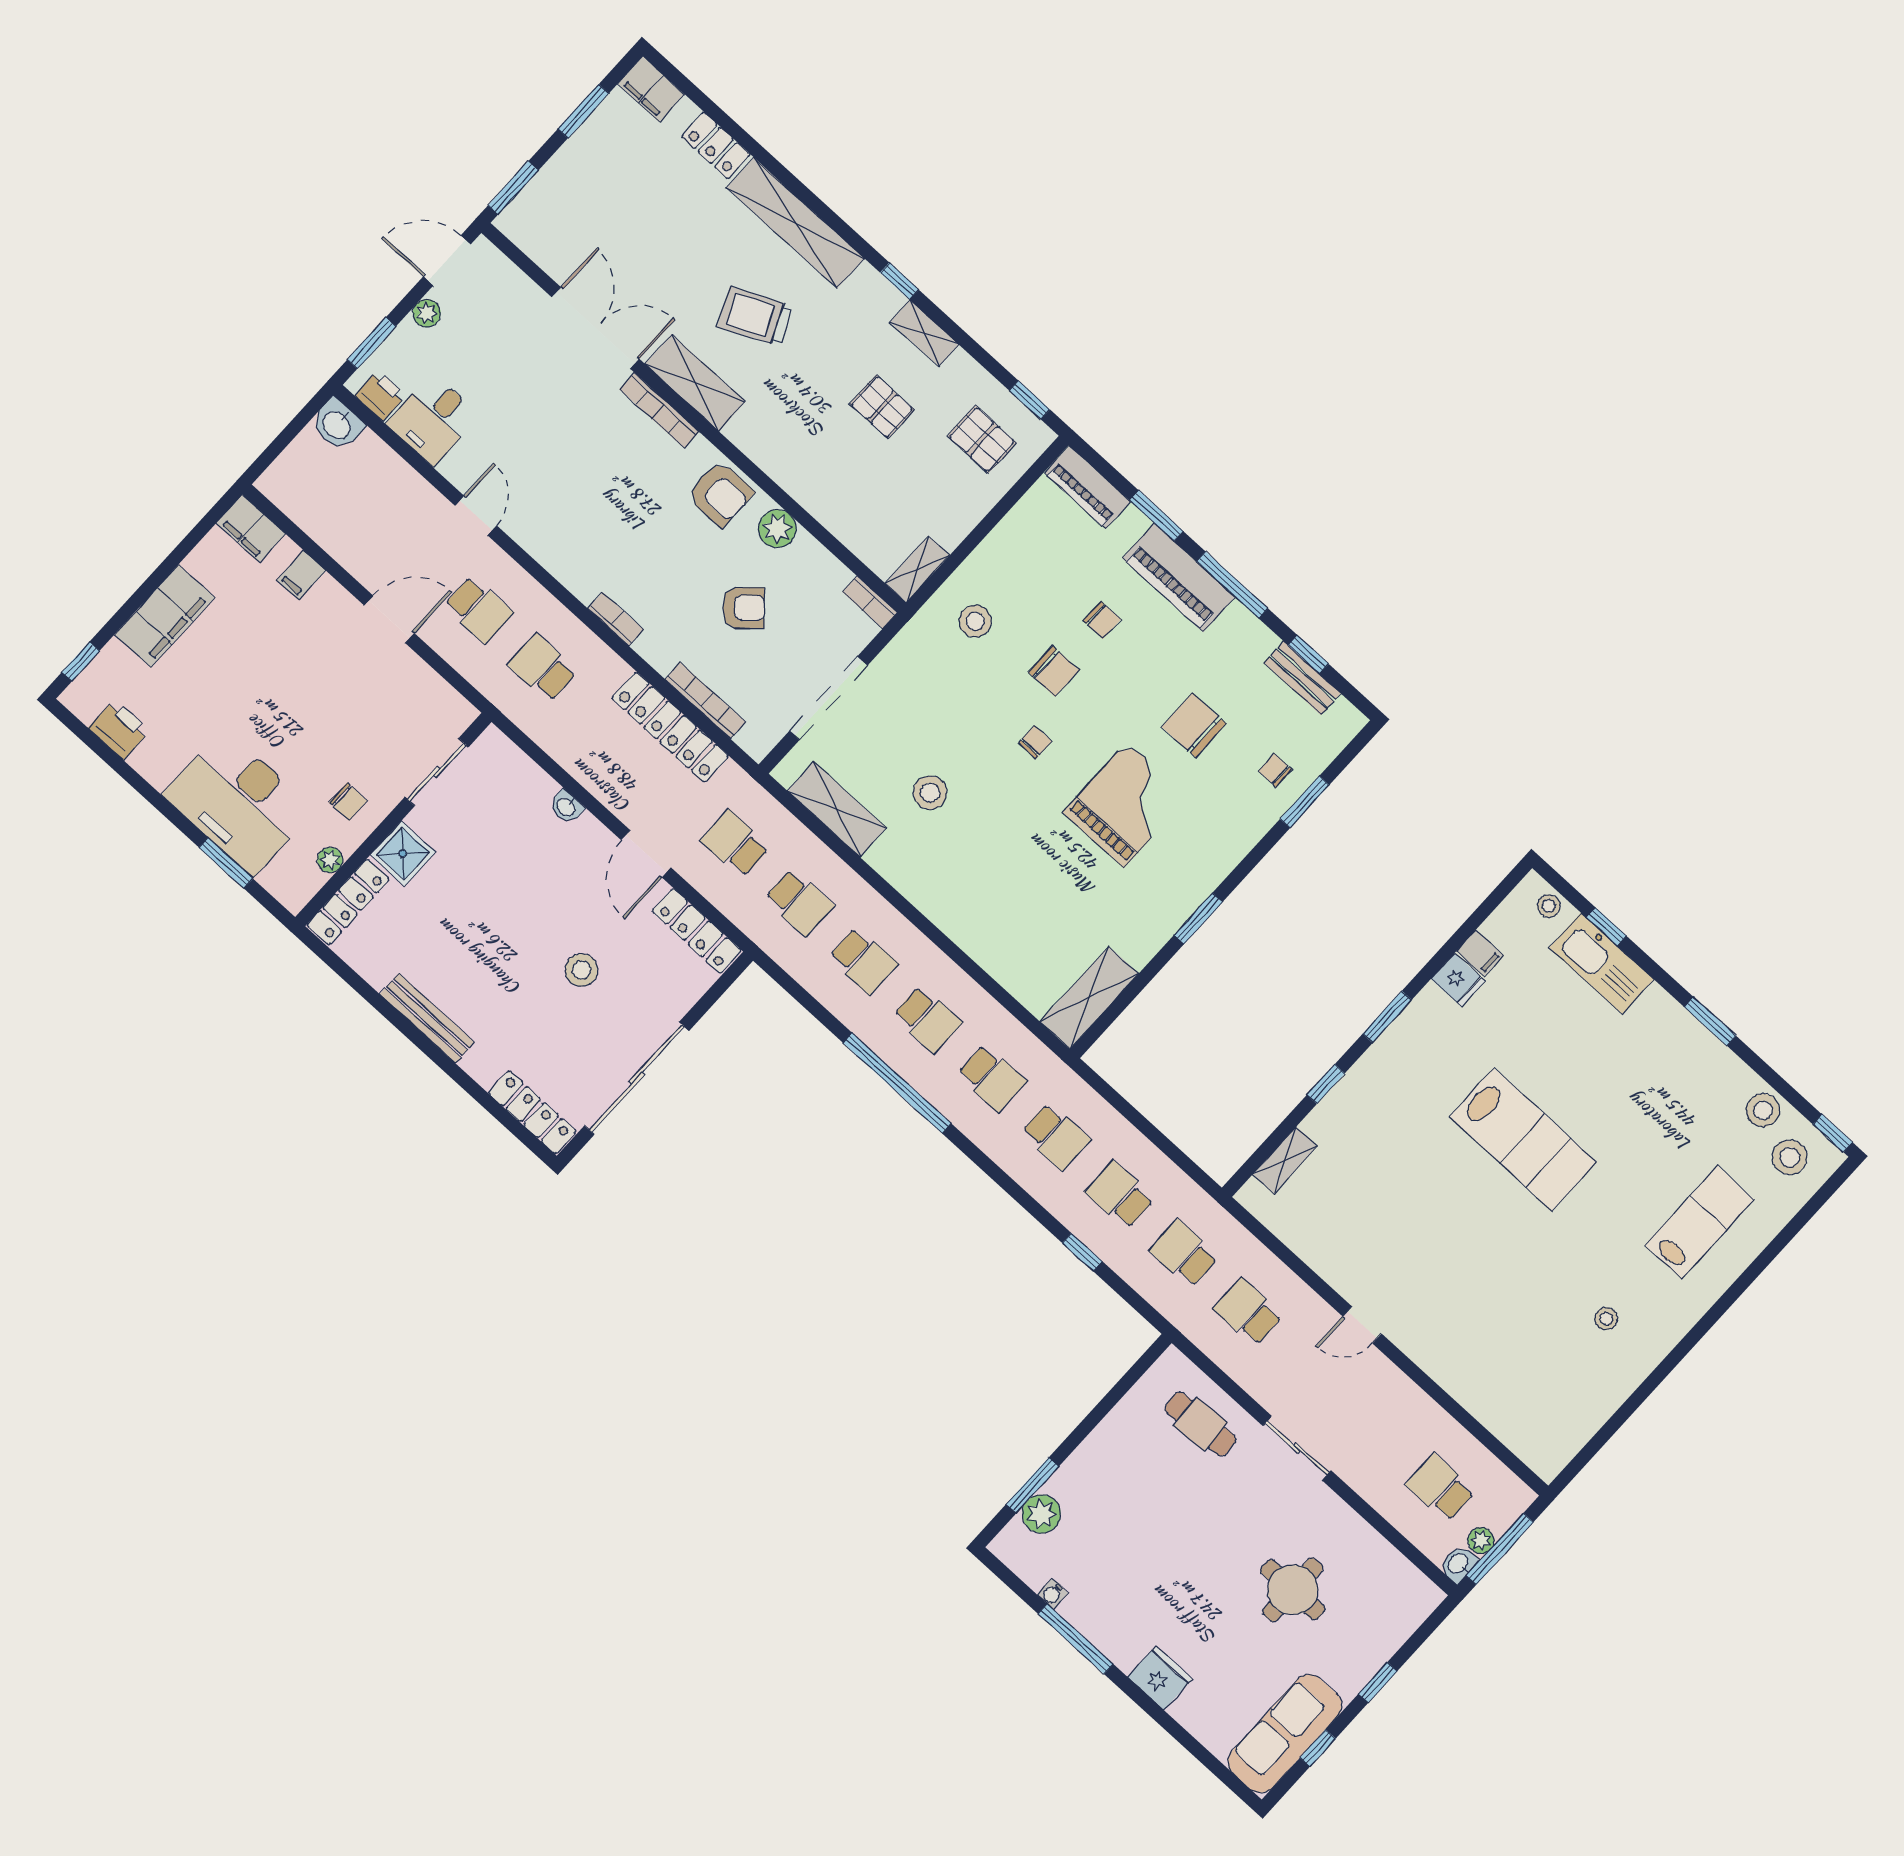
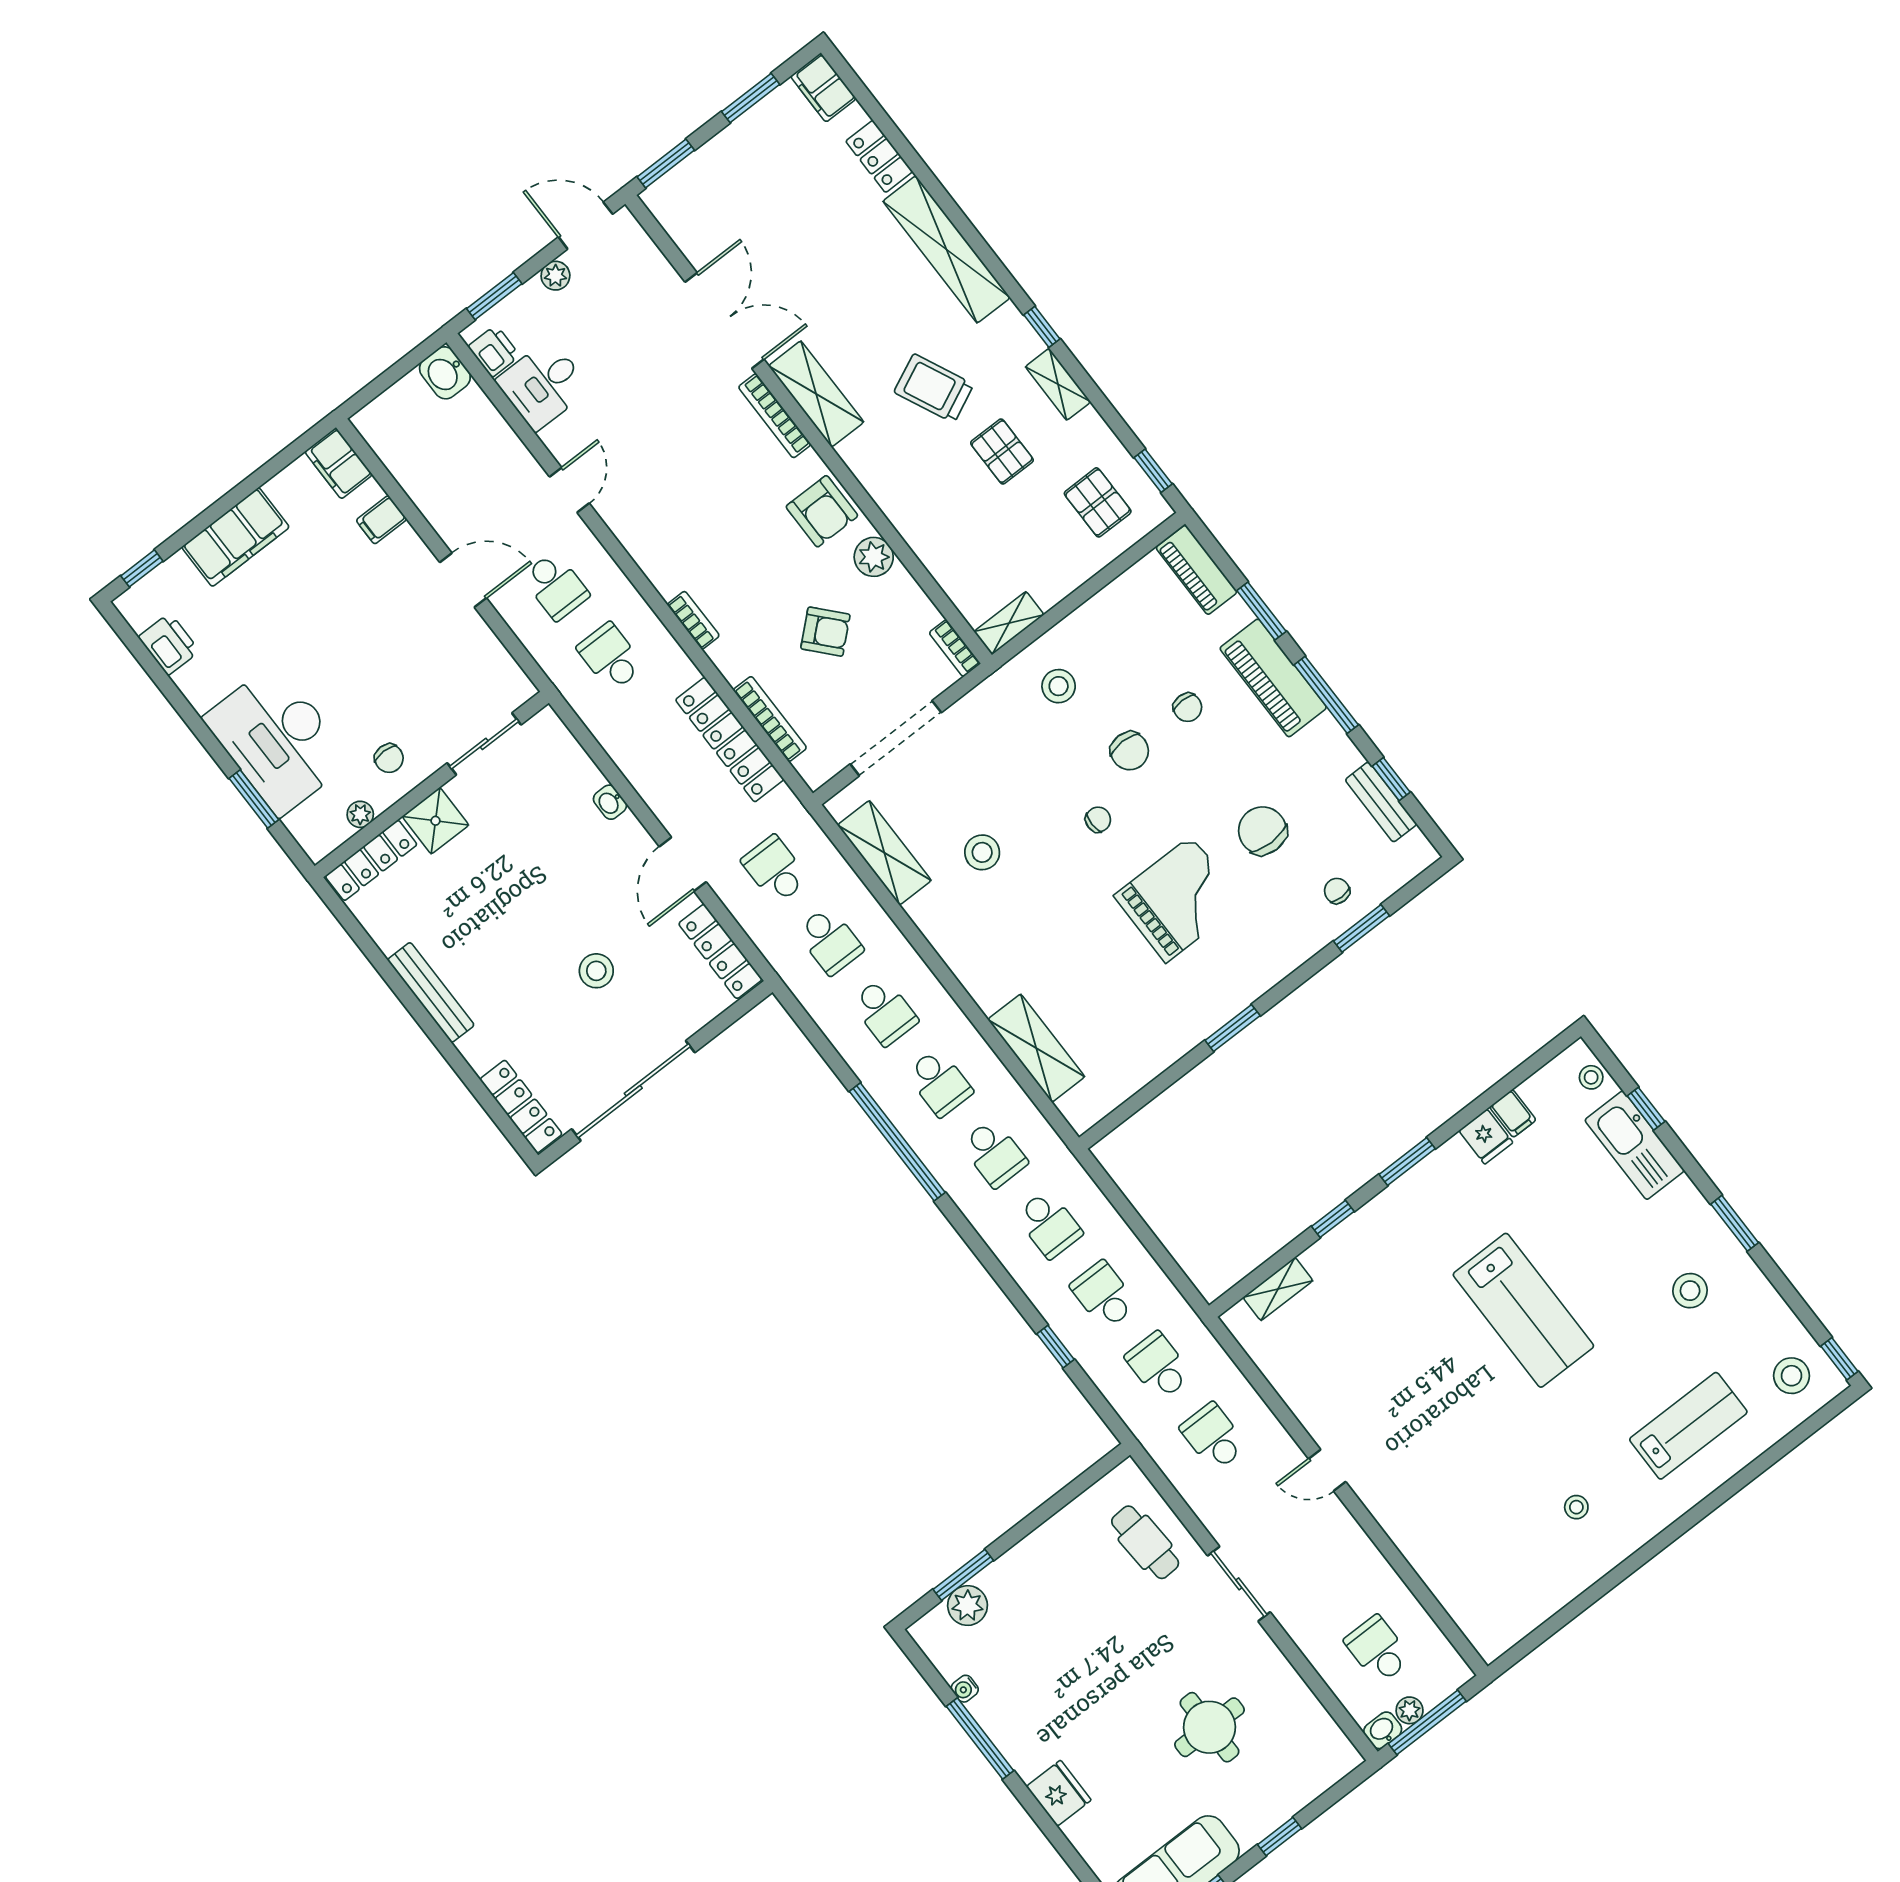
trolley: (755, 316) -> (934, 388), moved
shelving: (1089, 998) -> (1036, 1048), moved, turned 90
stool: (1763, 1110) -> (1690, 1291), moved

